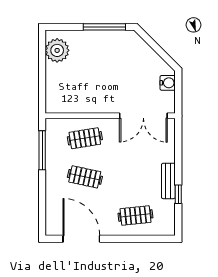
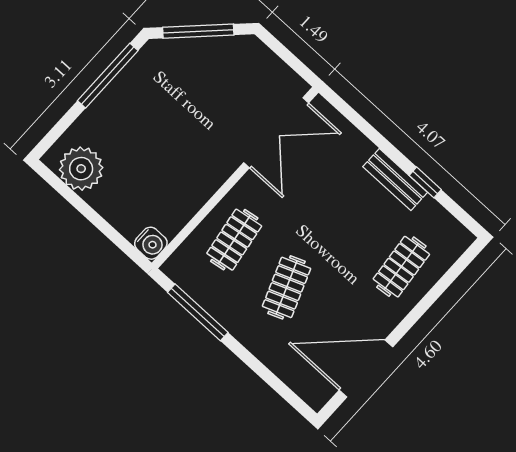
window: (156, 47) -> (198, 31), added
water cooler: (168, 83) -> (151, 243), moved, turned 90
clothes rail: (85, 177) -> (287, 287), turned -33

